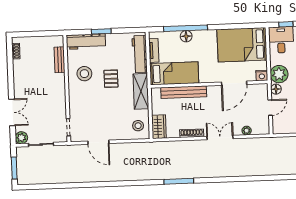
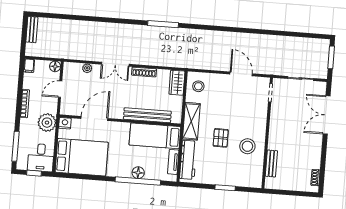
workbench: (86, 42) -> (242, 179), removed
floor lamp: (276, 89) -> (55, 66), moved
double door: (12, 112) -> (327, 115), width x1.37
plant: (21, 138) -> (320, 88), removed

